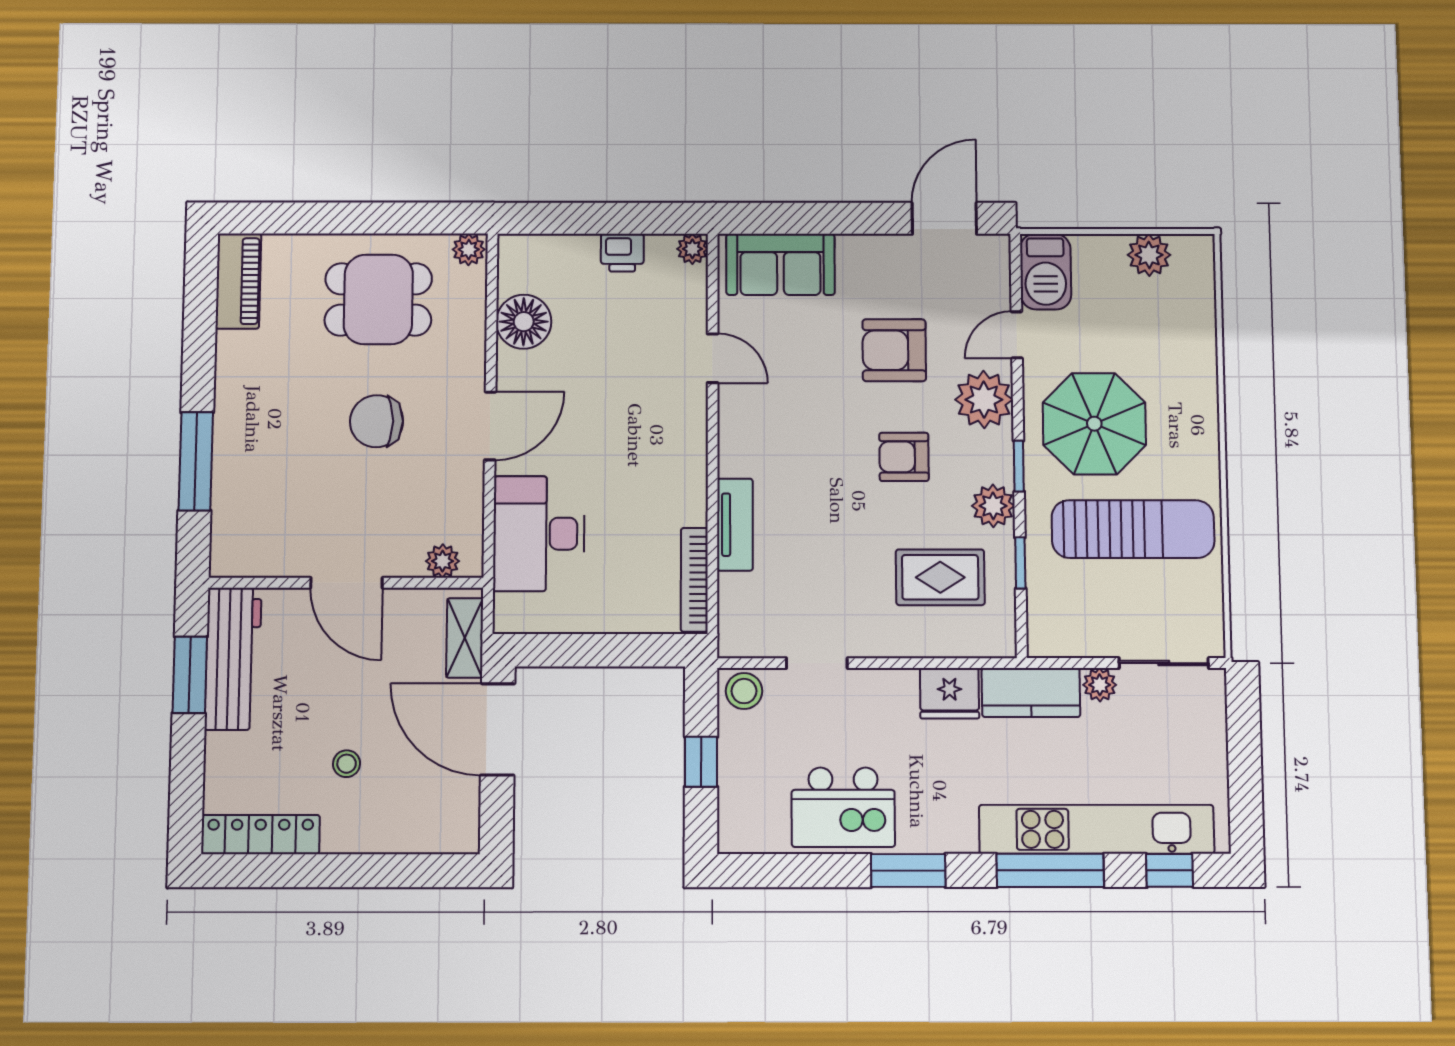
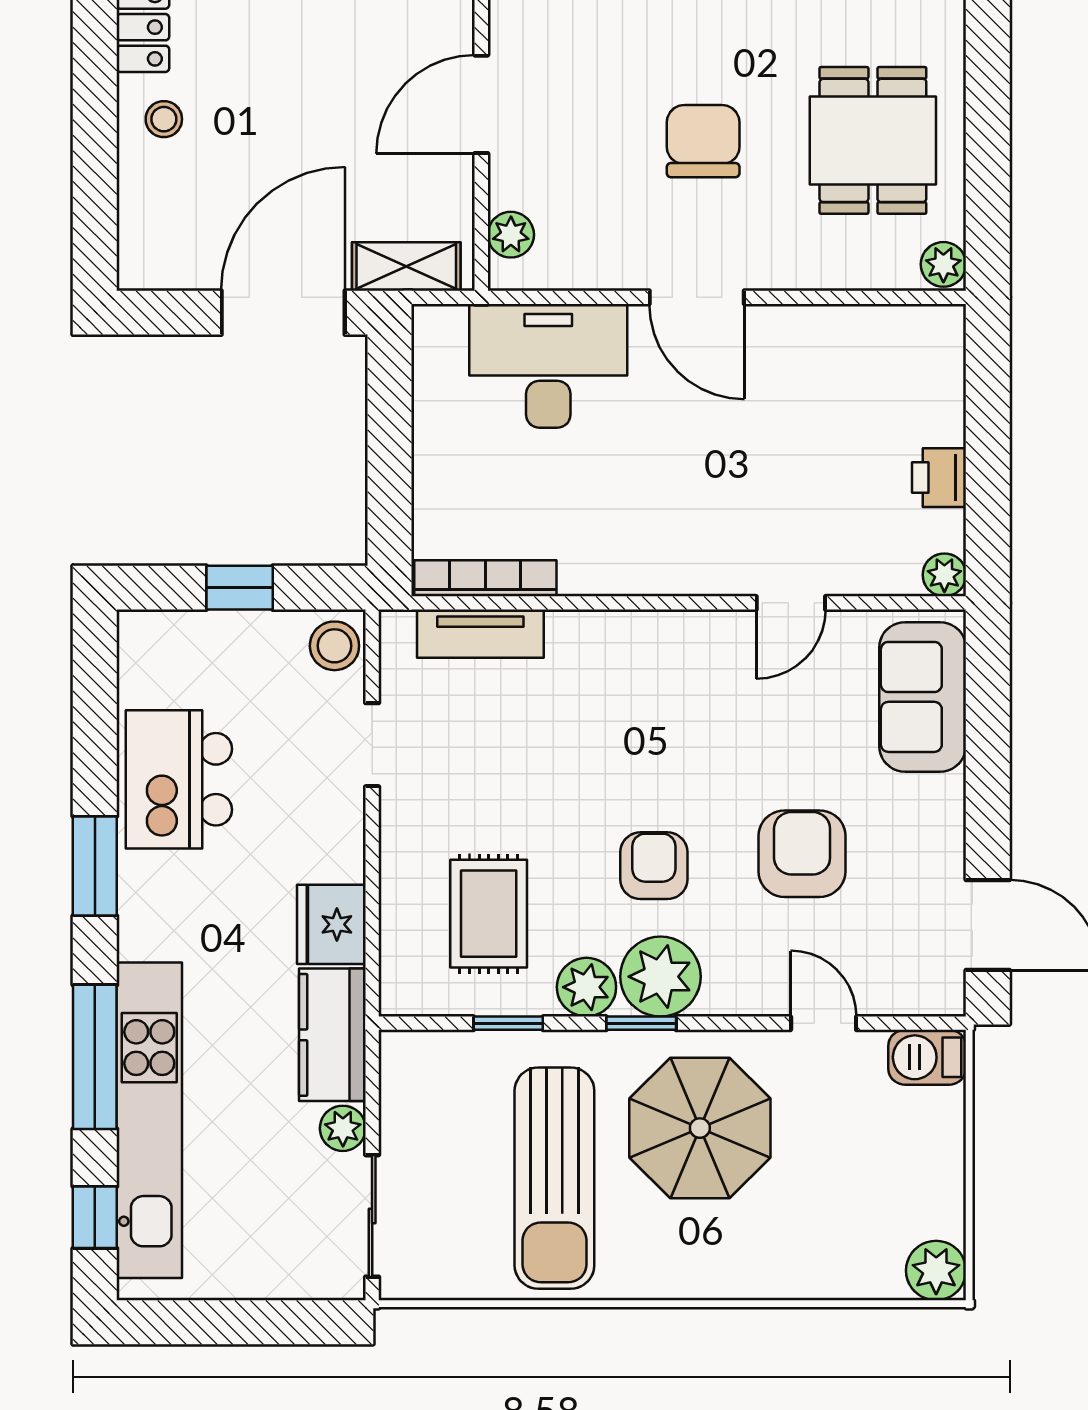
plant: (1149, 255) -> (936, 1271), moved
barbecue: (1046, 272) -> (927, 1057), width x0.73, depth x0.79
floor lamp: (524, 322) -> (842, 342), removed
plant: (984, 400) -> (660, 977), moved
tv unit: (735, 525) -> (480, 634), moved
stool: (347, 764) -> (164, 119), moved

